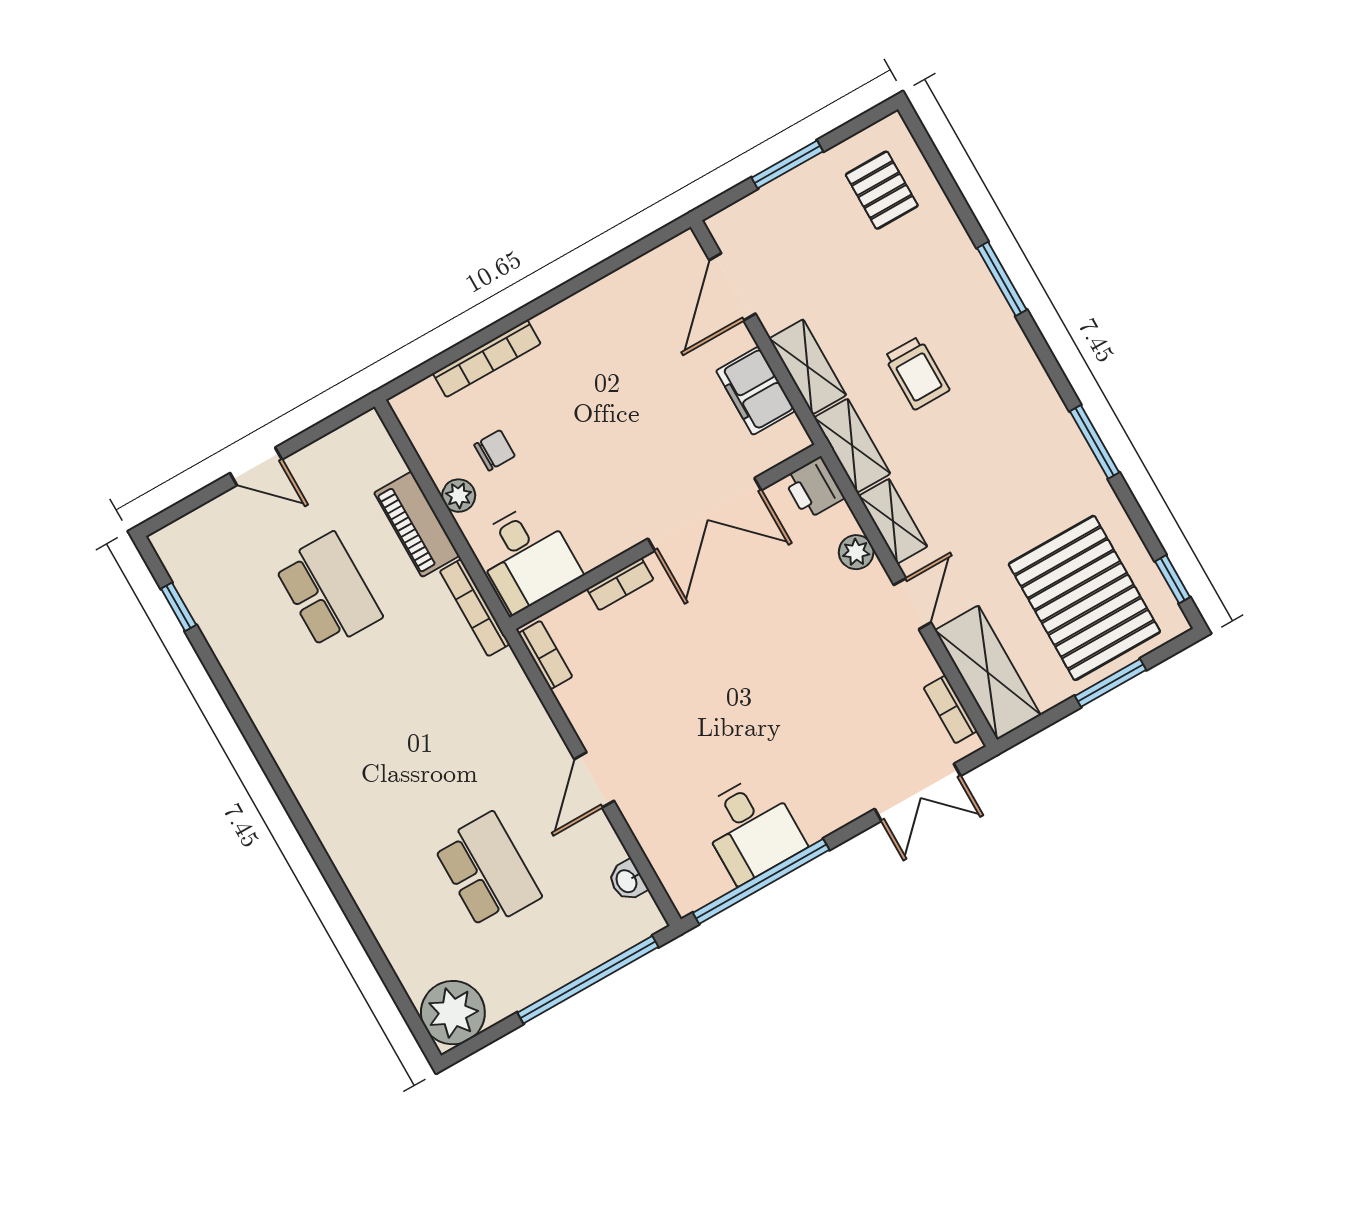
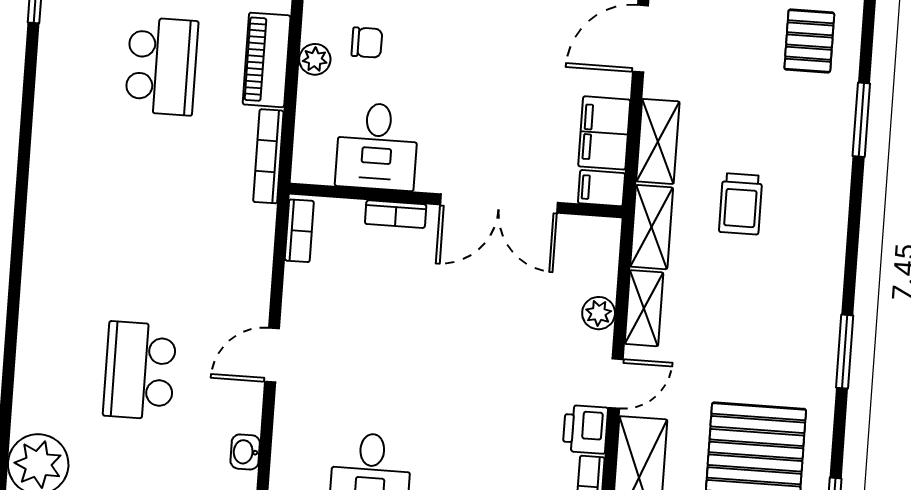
window: (1002, 279) -> (861, 120), moved
filing cabinet: (785, 441) -> (601, 188), added
printer: (814, 488) -> (585, 429), moved
desk: (526, 557) -> (377, 146), moved
school desk: (487, 871) -> (140, 371), turned 180

